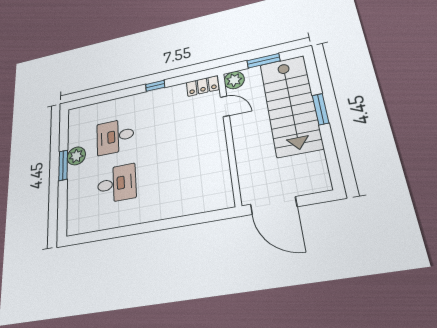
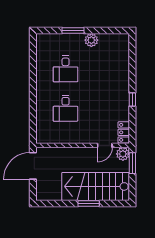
window: (263, 61) -> (132, 163), moved
desk: (115, 136) -> (66, 108), moved, turned 180
window: (63, 165) -> (73, 31), moved

